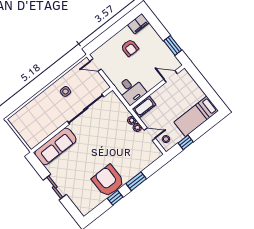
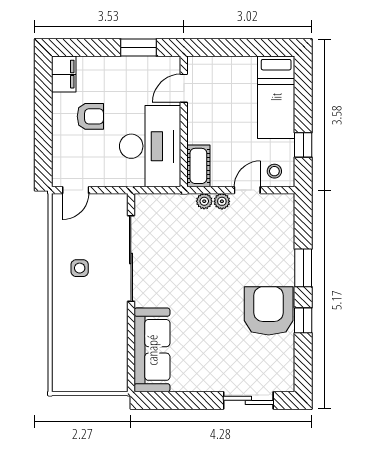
desk: (131, 90) -> (150, 146), width x1.87, depth x1.30
armchair: (108, 181) -> (269, 311), turned 90
sliding door: (55, 187) -> (248, 400), moved

